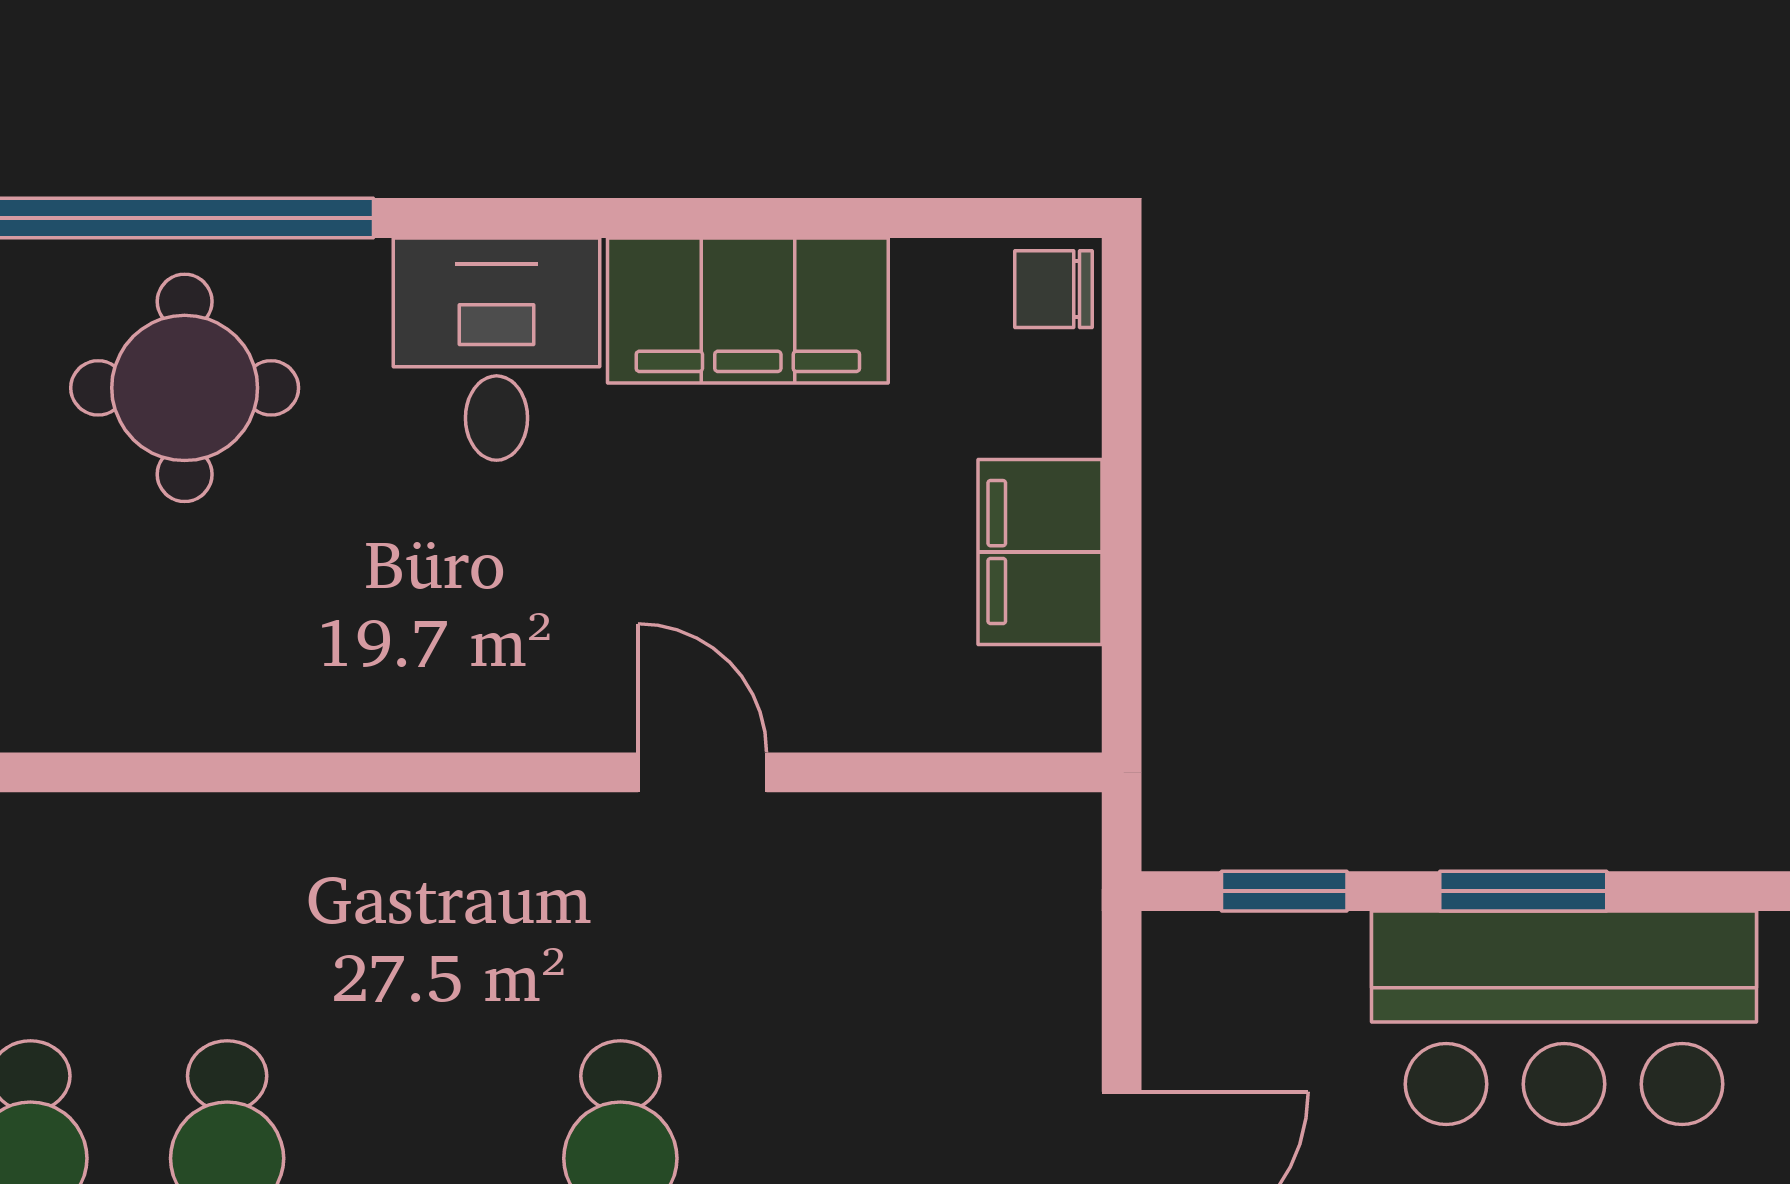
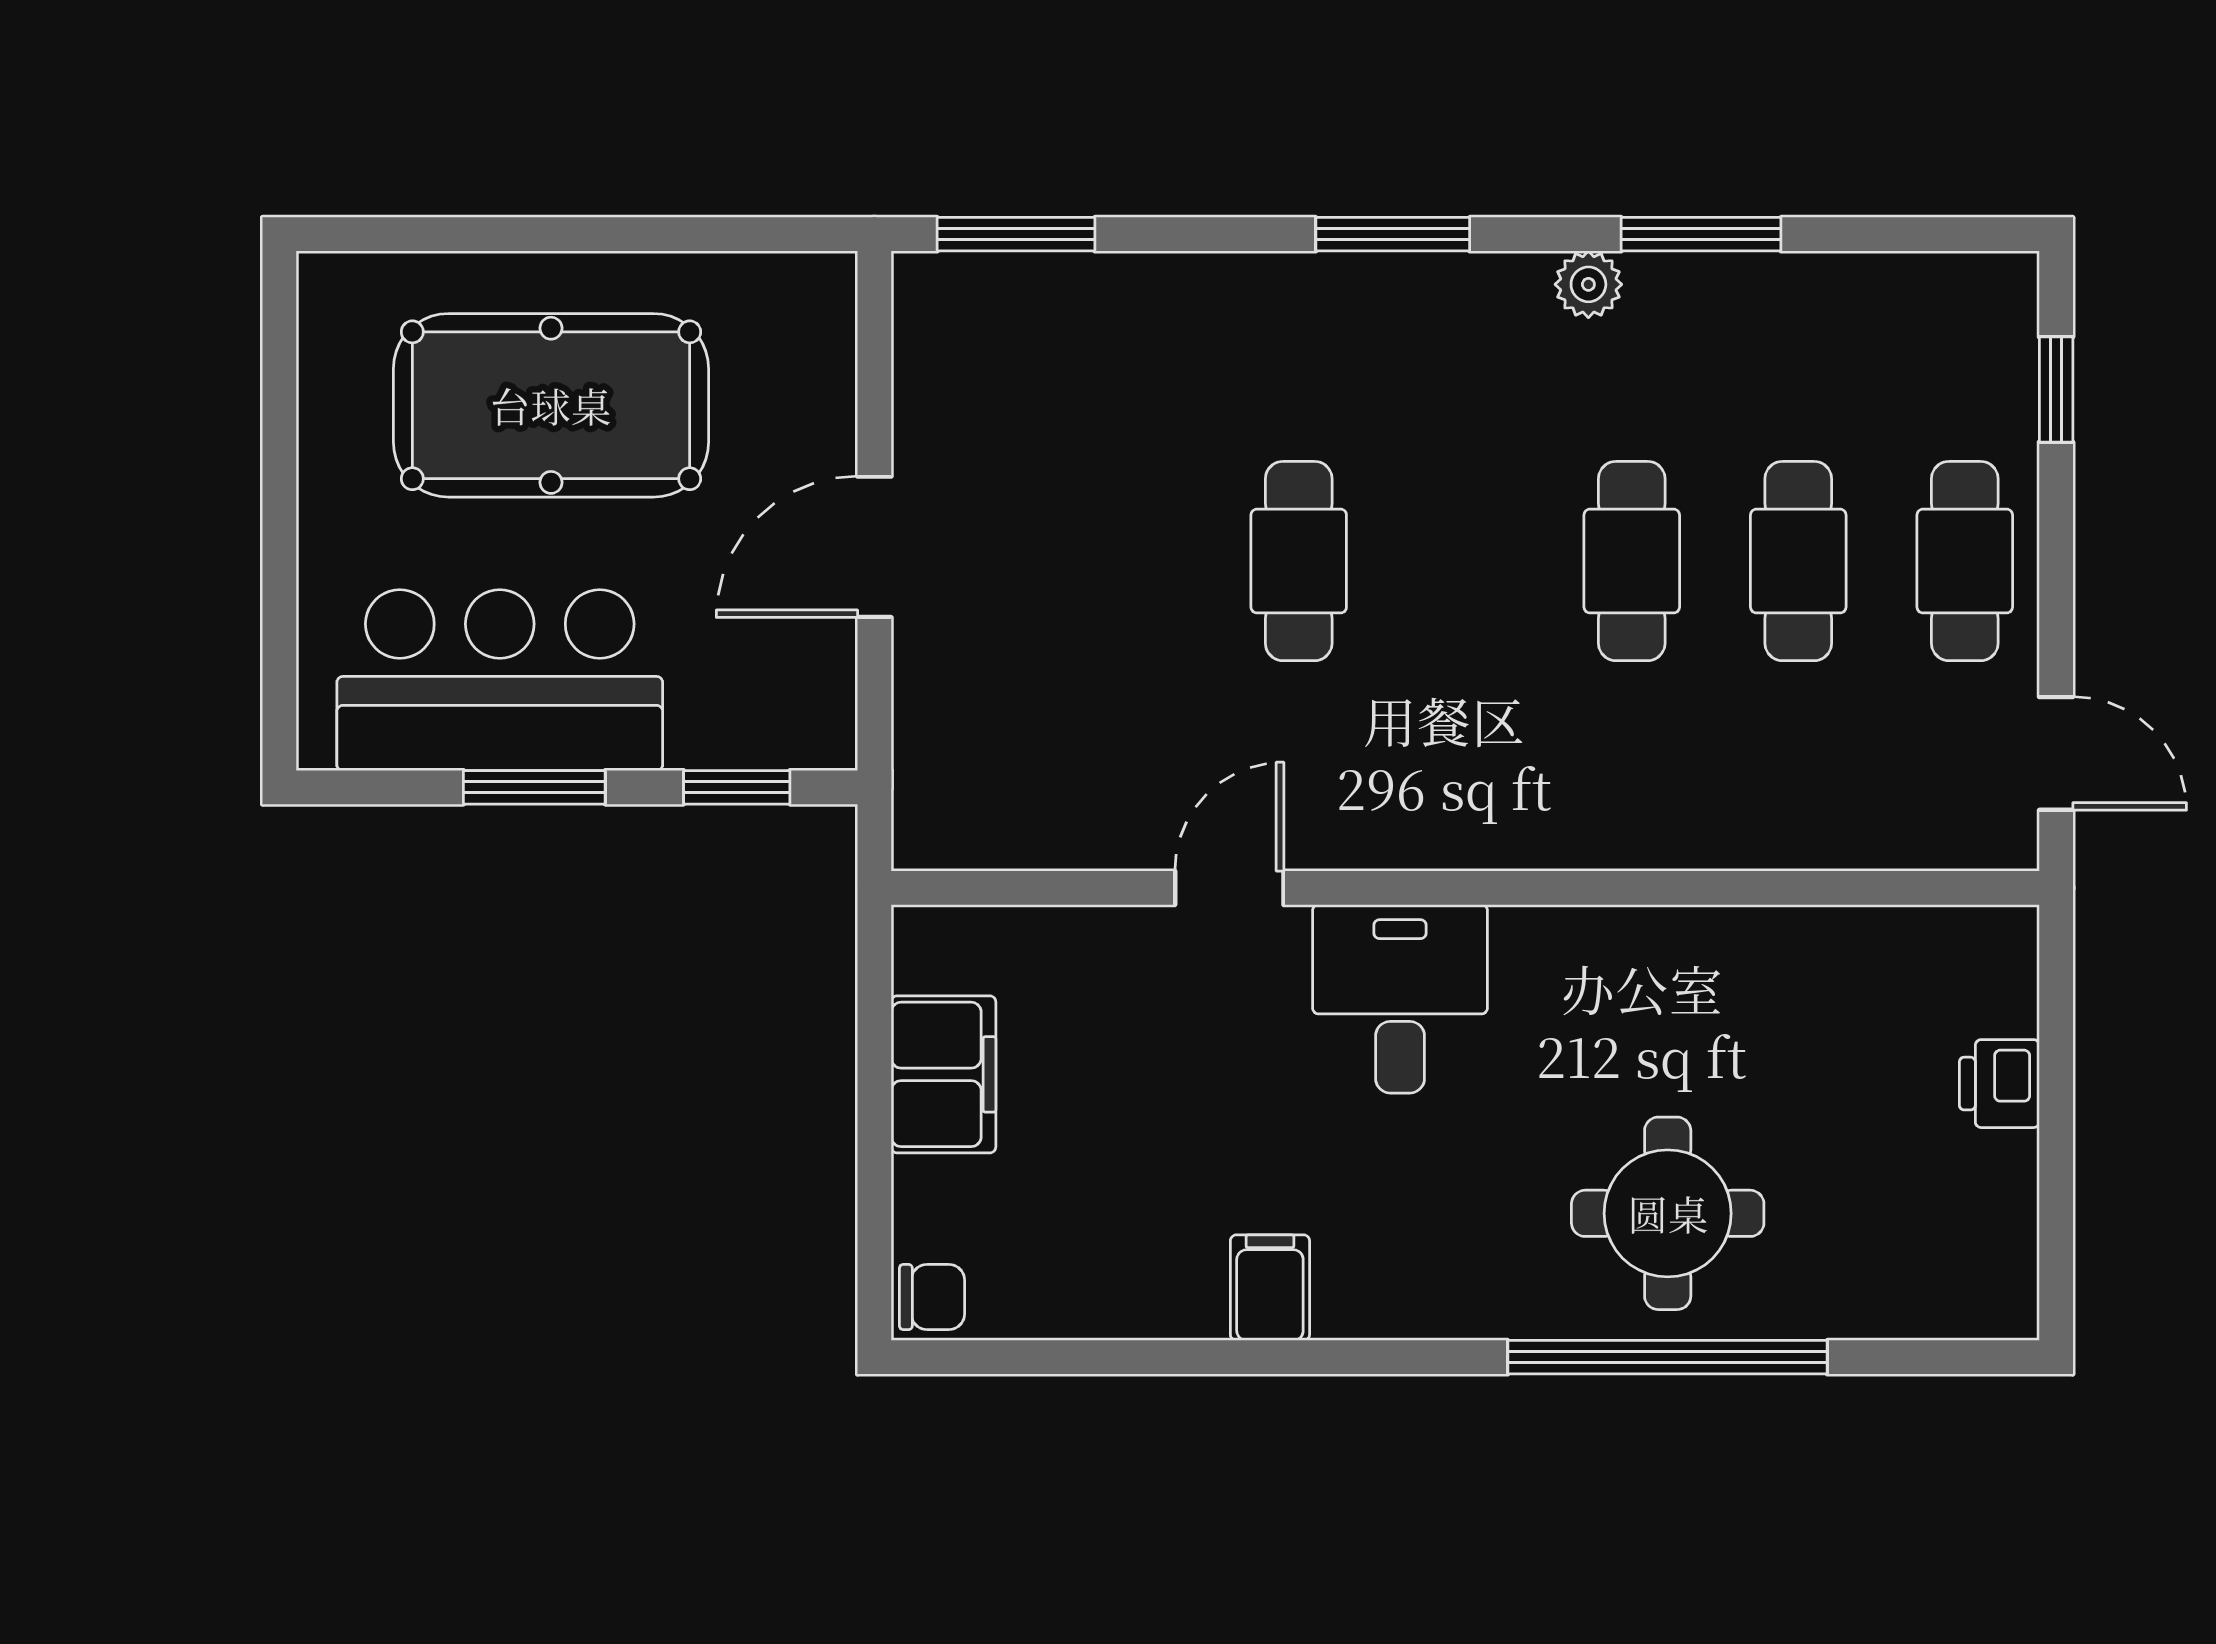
filing cabinet: (748, 310) -> (1270, 1288), width x0.33, depth x0.86
desk: (497, 349) -> (1400, 999), moved, turned 180
door: (702, 772) -> (1229, 888), swing flipped

